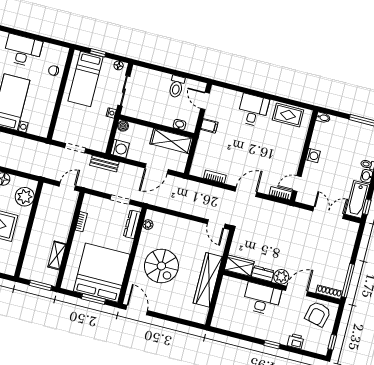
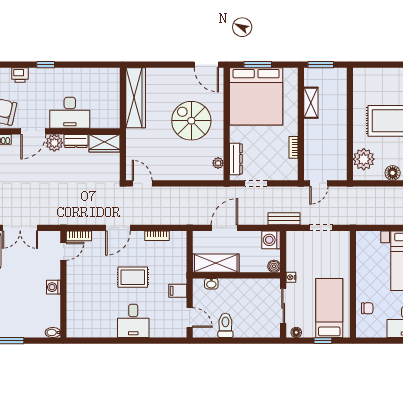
rug: (288, 115) -> (133, 277), moved
wardrobe: (208, 280) -> (136, 98), moved

